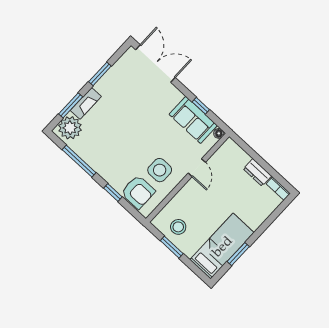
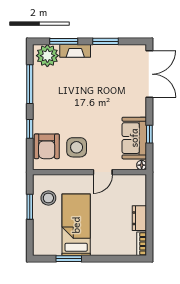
bed: (222, 246) -> (76, 225), moved, turned -90

